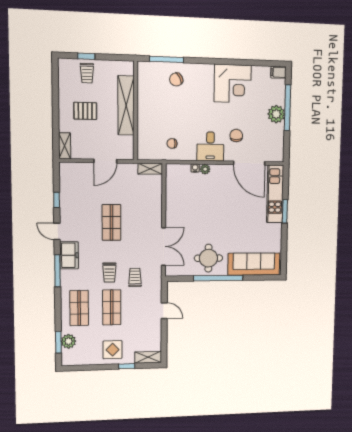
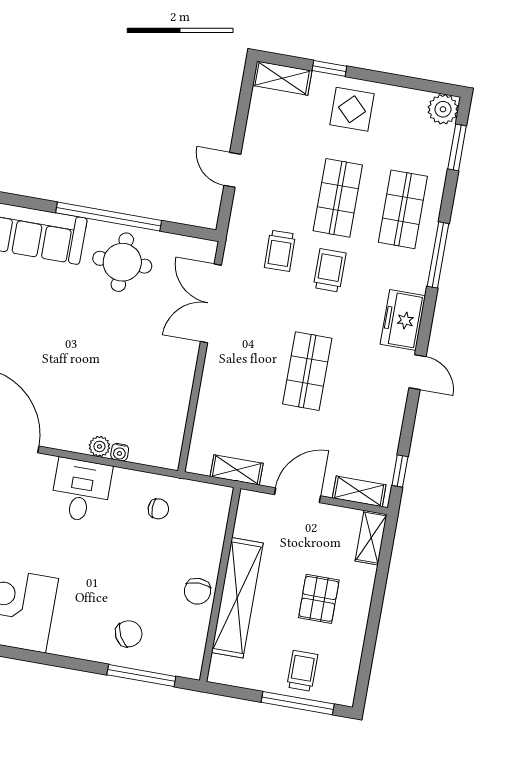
window: (86, 56) -> (298, 703), width x2.17
pallet: (85, 111) -> (319, 599), turned 90
chair: (236, 135) -> (197, 591), moved
shelving: (75, 168) -> (359, 491), added
shelving: (150, 169) -> (237, 470), moved
window: (57, 200) -> (400, 471), moved
window: (57, 271) -> (438, 255), moved
plant: (68, 341) -> (443, 109), moved

